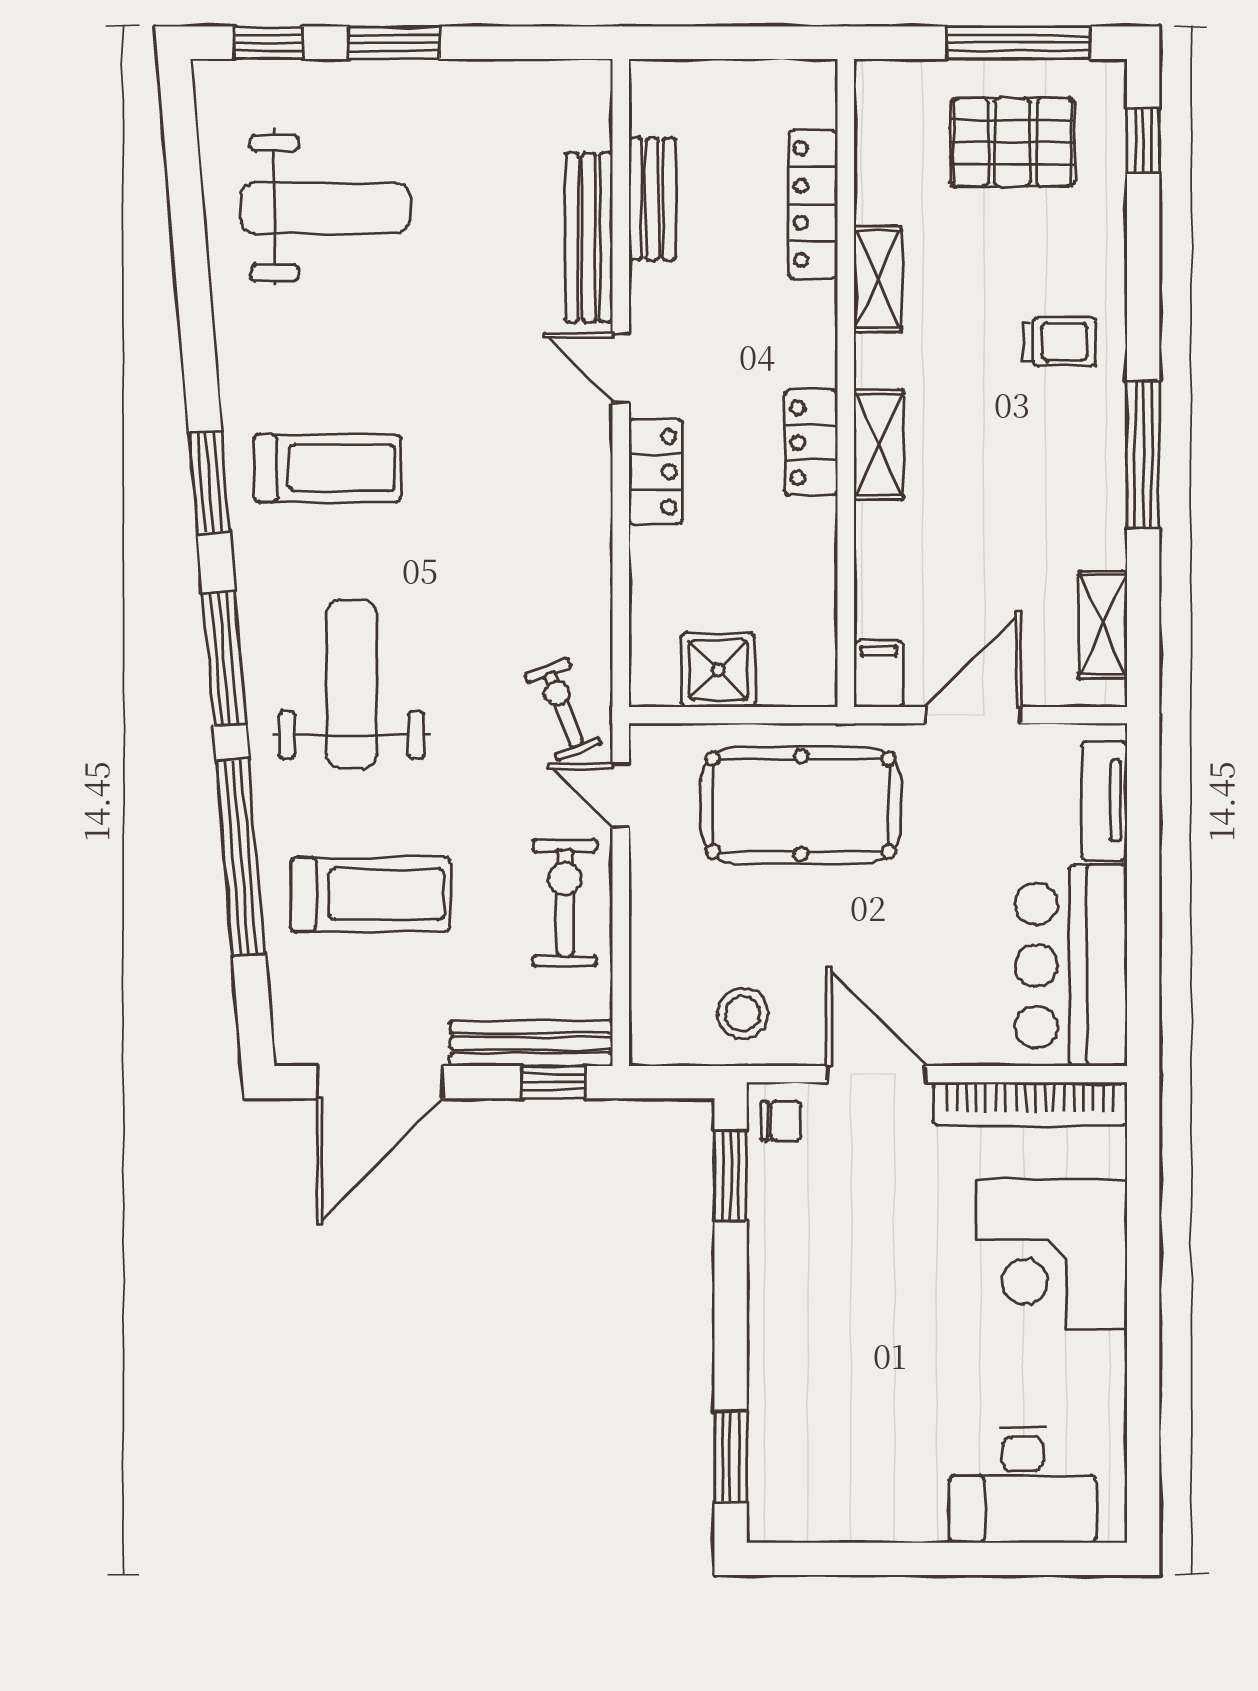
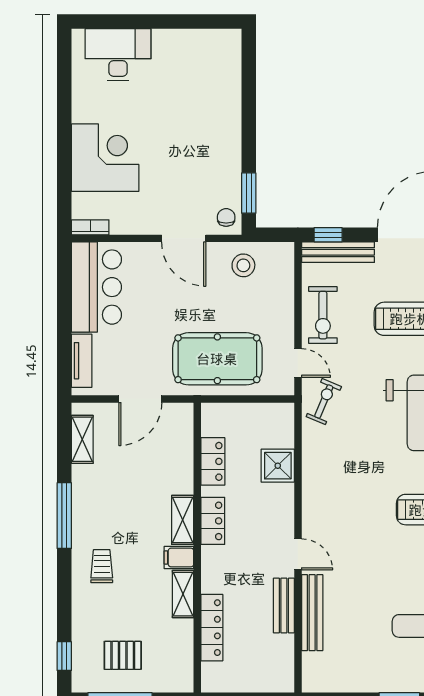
pallet: (1012, 142) -> (123, 655), width x0.67, depth x0.71
bench: (652, 199) -> (284, 606), moved
trolley: (1059, 342) -> (102, 566), turned 90
locker: (656, 472) -> (213, 461), moved, turned 180
shower: (718, 670) -> (278, 466), moved
filing cabinet: (879, 674) -> (179, 557), moved, turned 90
exercise bike: (563, 709) -> (324, 402), turned -136
bookcase: (1030, 1104) -> (90, 227), width x0.43, depth x0.76
chair: (781, 1121) -> (226, 217), turned 90
window: (731, 1457) -> (249, 67), removed

